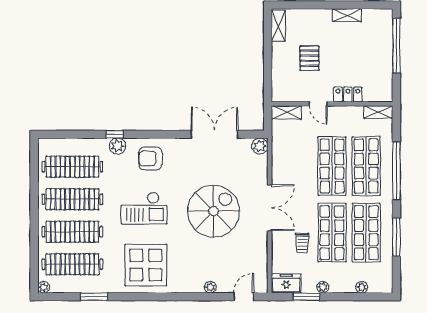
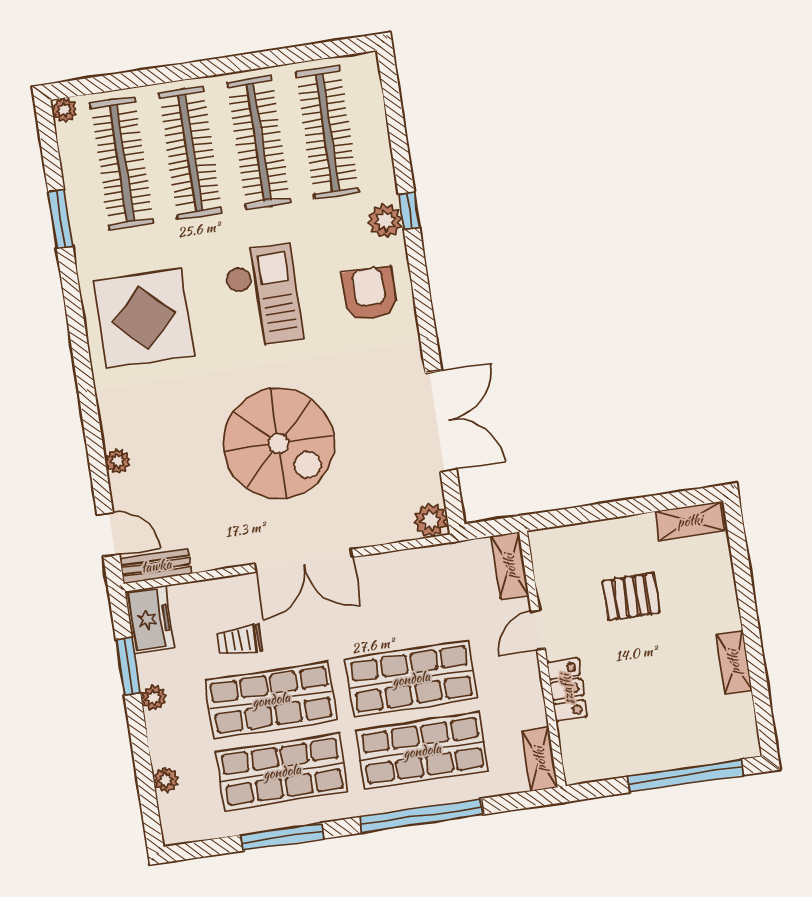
checkout: (144, 208) -> (263, 296), turned 180
bench: (262, 277) -> (156, 566), added

